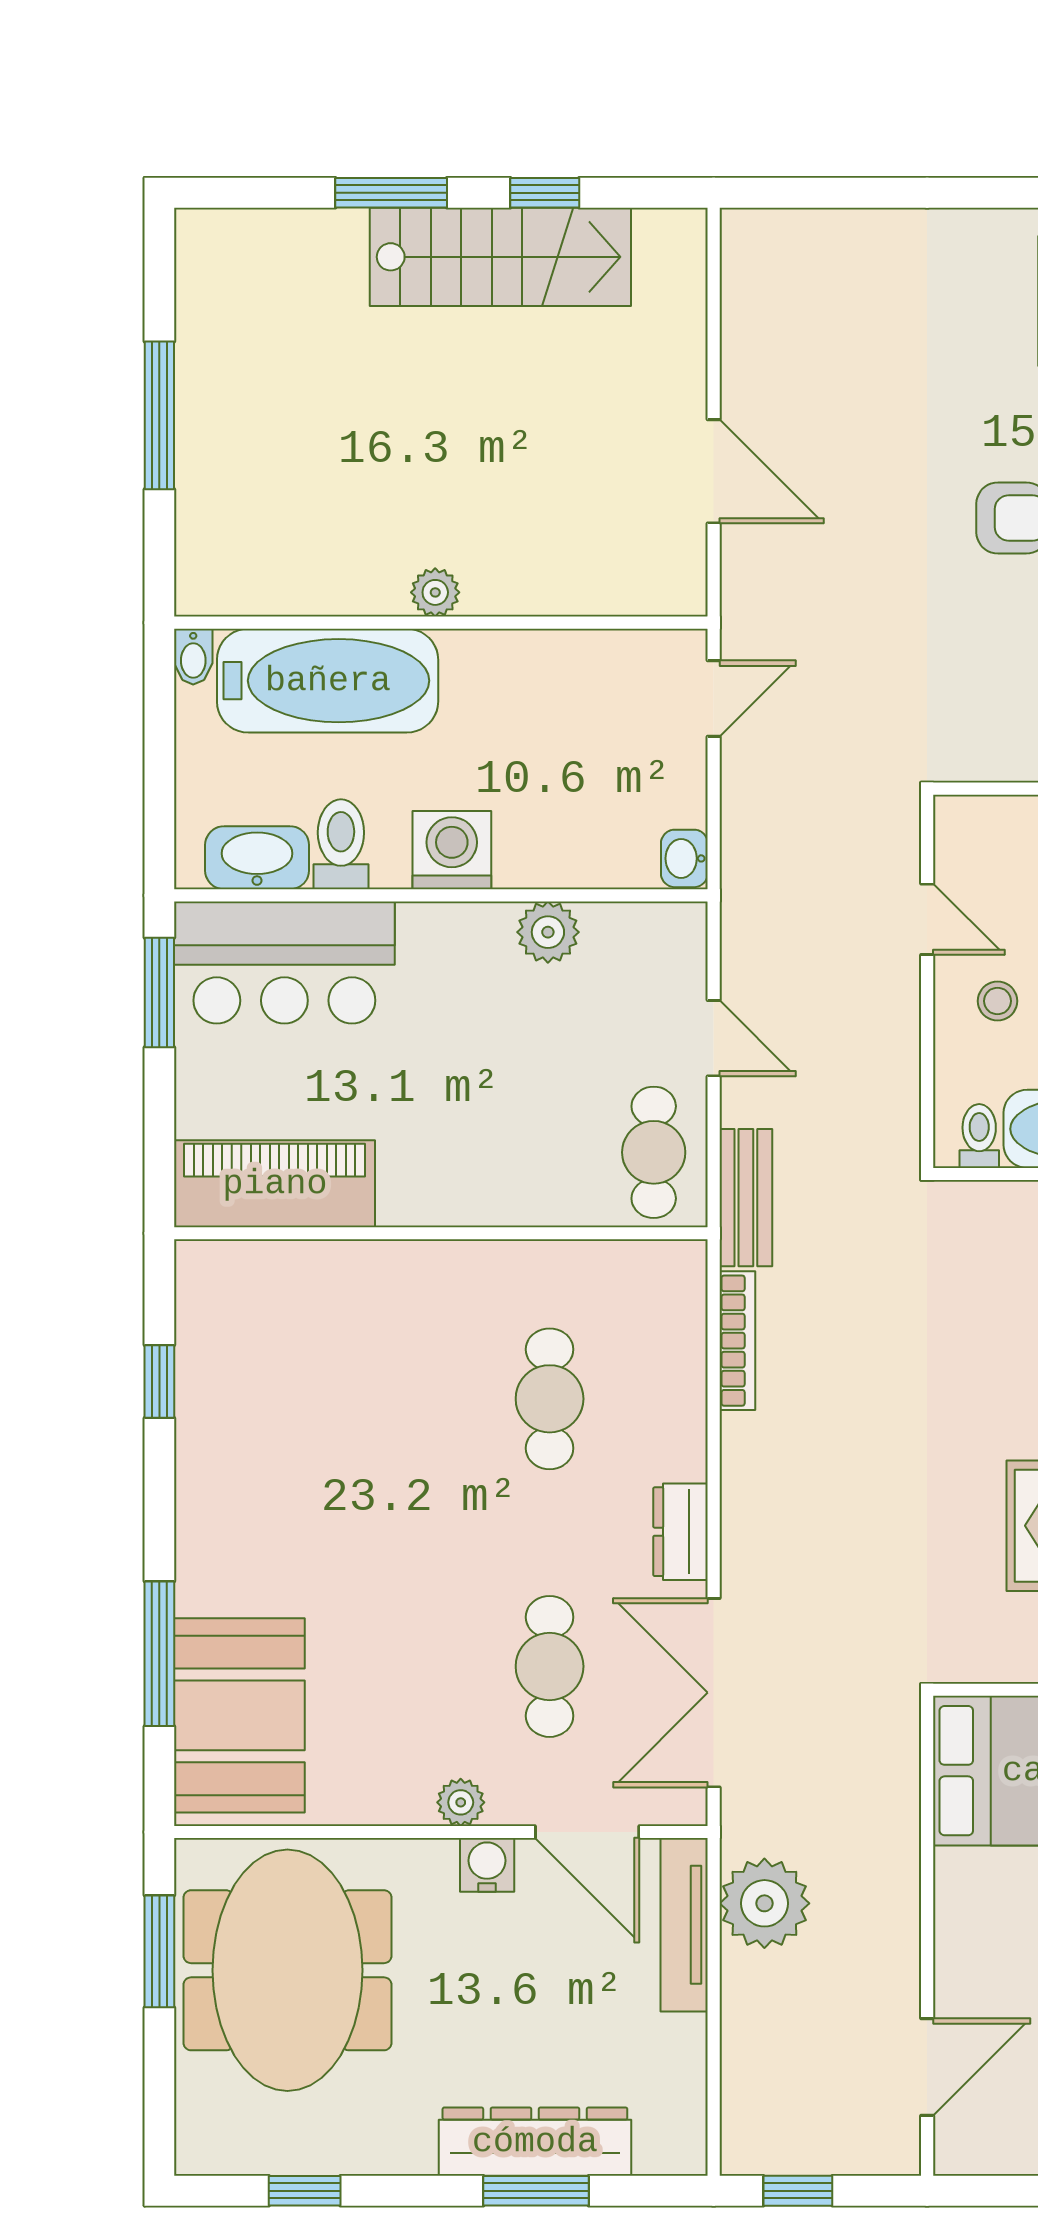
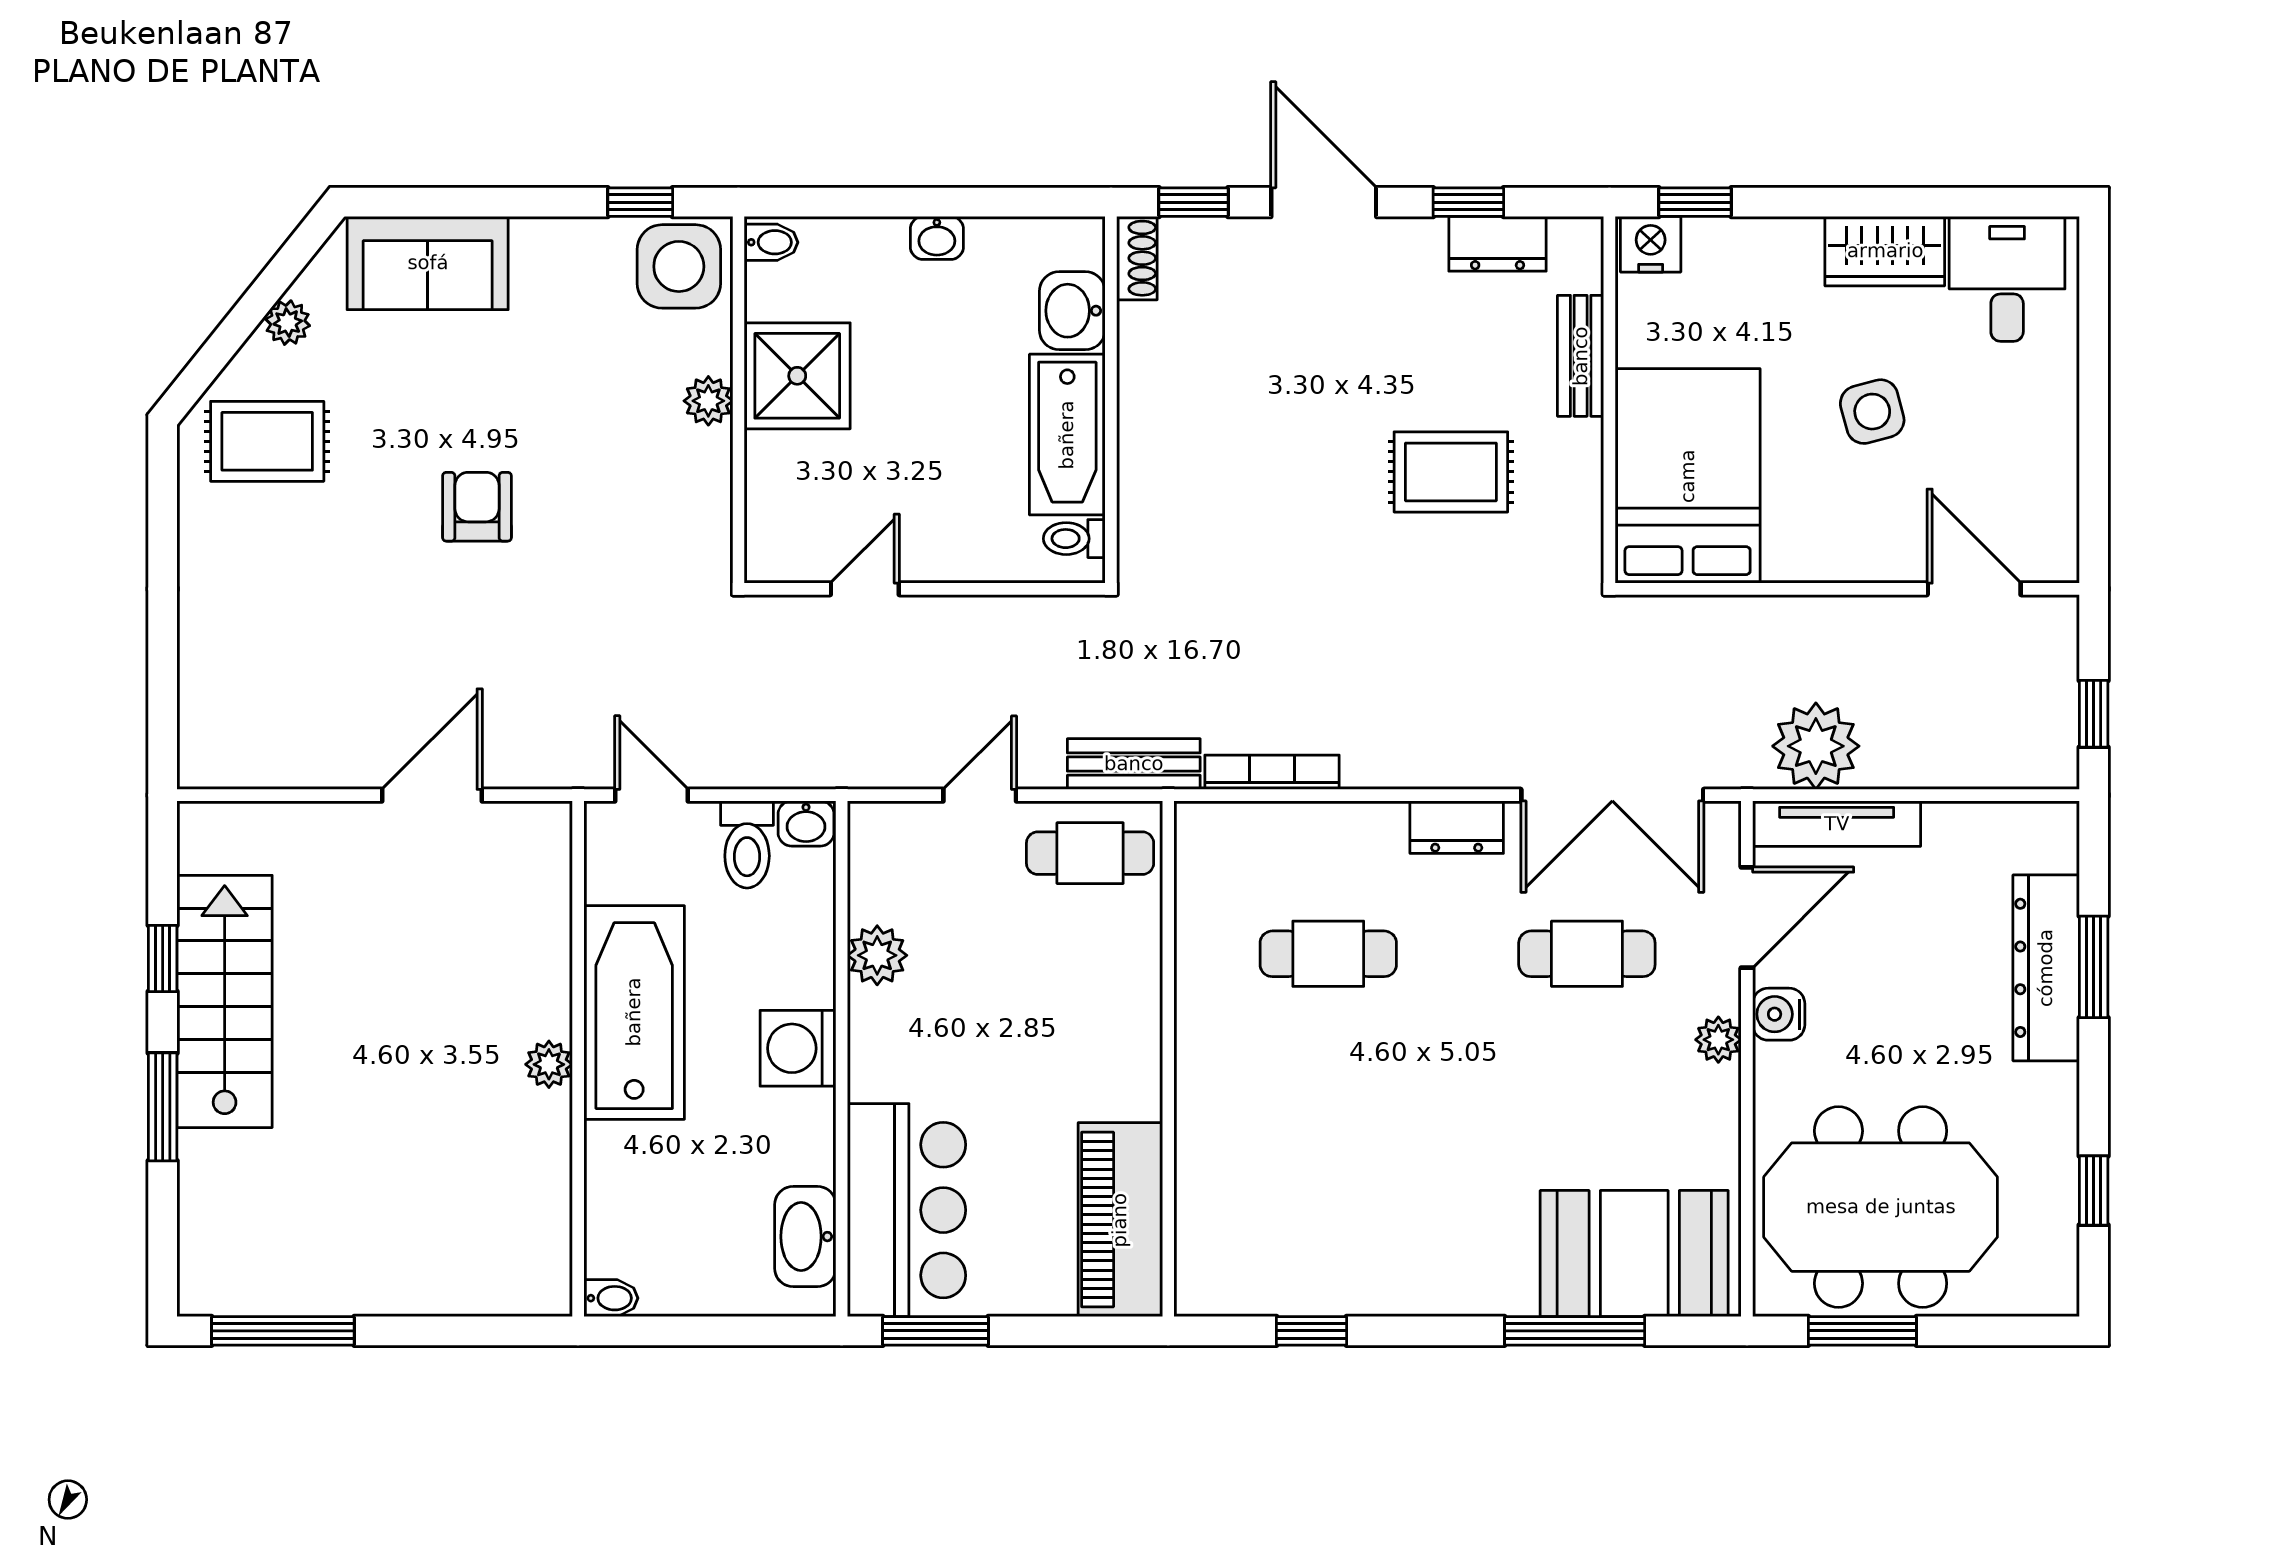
window: (159, 415) -> (283, 1331), moved
bathtub: (328, 681) -> (634, 1012), moved
toilet: (341, 844) -> (747, 844), moved, turned -90
stool: (998, 1001) -> (944, 521), removed

